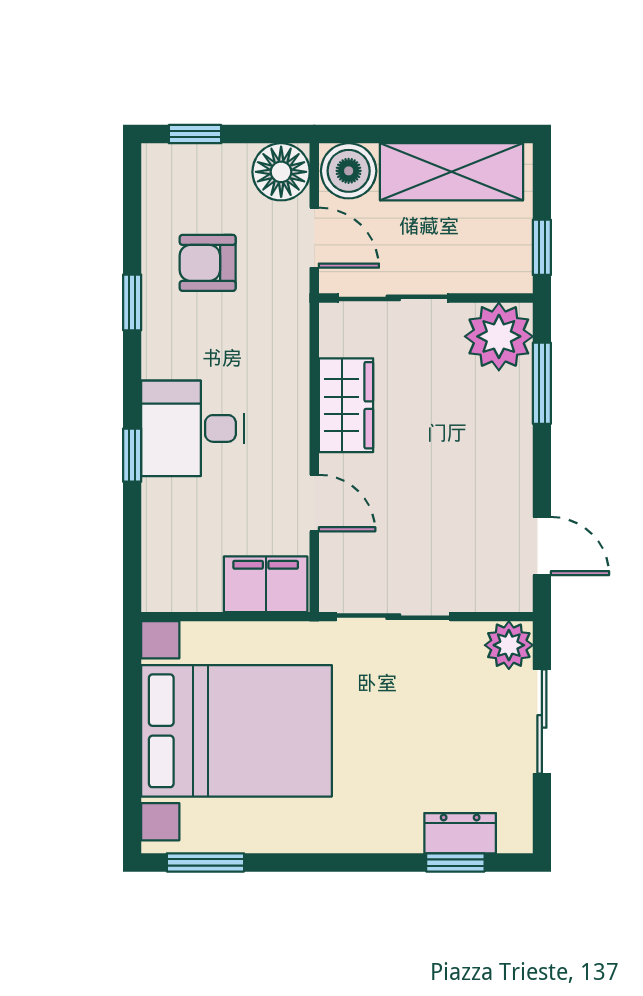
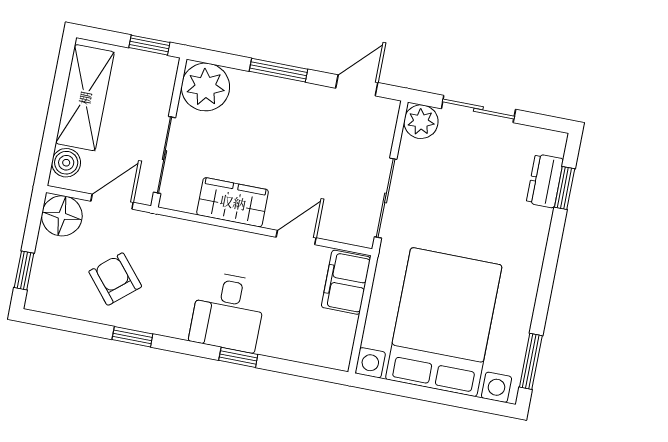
boiler: (349, 171) -> (66, 163), width x0.73, depth x0.73
armchair: (208, 263) -> (115, 279), turned 140
window: (542, 383) -> (278, 70), moved

